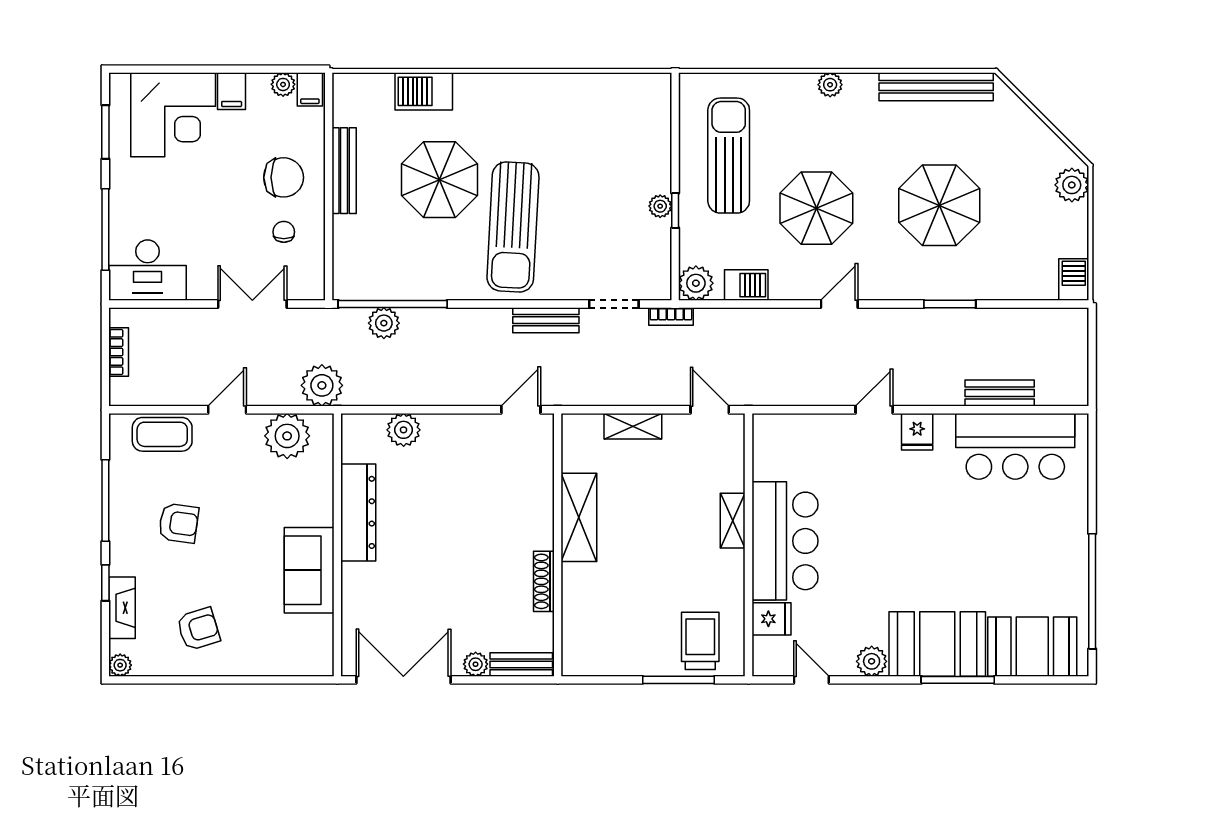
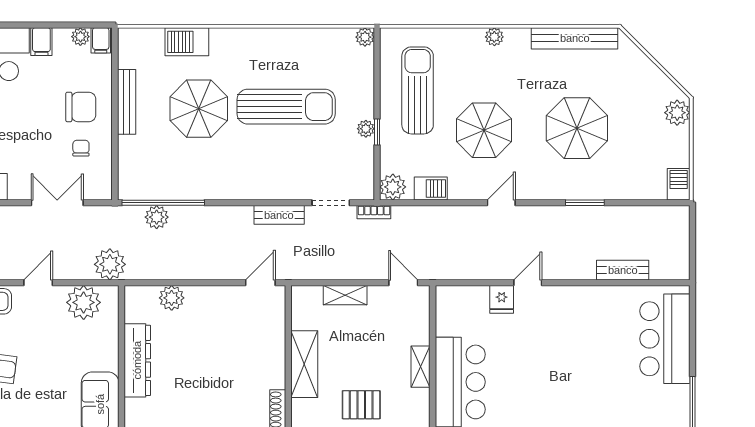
plant: (659, 85) -> (365, 37), added
sun lounger: (513, 227) -> (286, 107), moved, turned -93
fridge: (917, 432) -> (502, 299), moved
bar counter: (1015, 446) -> (665, 339), moved, turned 90
pallet: (654, 571) -> (361, 405), added

